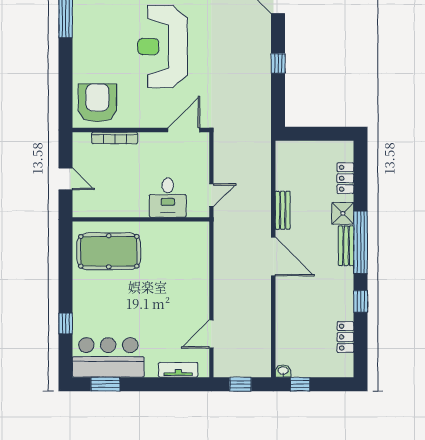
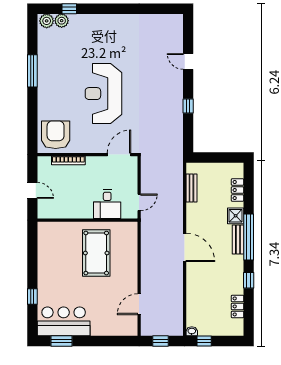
bench: (283, 210) -> (191, 188), moved
pool table: (109, 251) -> (96, 253), moved, turned 90
tv unit: (178, 370) -> (115, 330), removed

